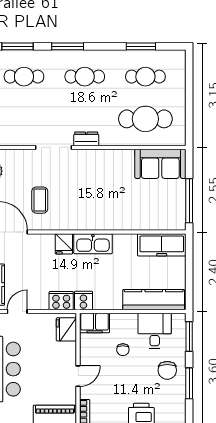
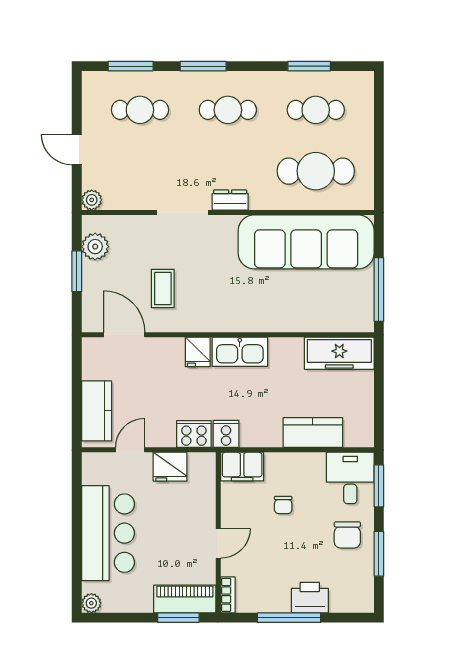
sofa: (160, 164) -> (306, 242), width x1.85, depth x1.27
kitchen counter: (154, 300) -> (313, 433), width x0.67
fridge: (66, 329) -> (170, 467), moved, turned -90
desk: (155, 331) -> (350, 478), moved

